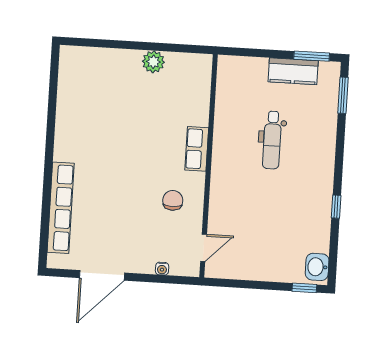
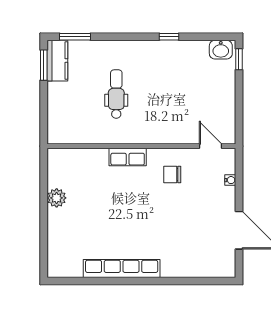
kitchen counter: (293, 71) -> (57, 61), moved
dental chair: (272, 140) -> (116, 94), turned -90
row of seats: (61, 208) -> (122, 269), moved

